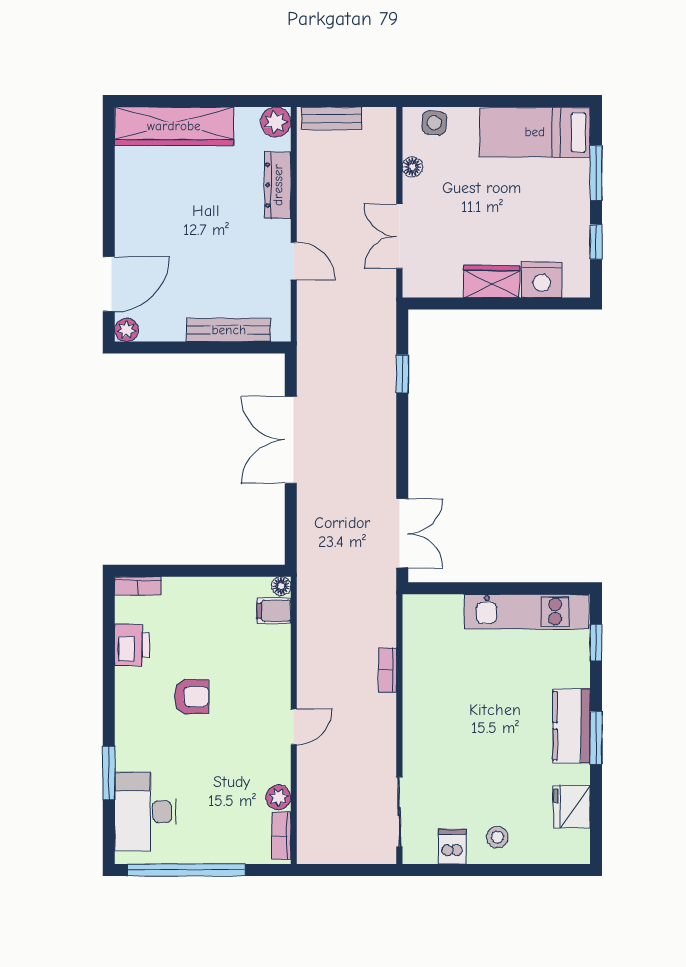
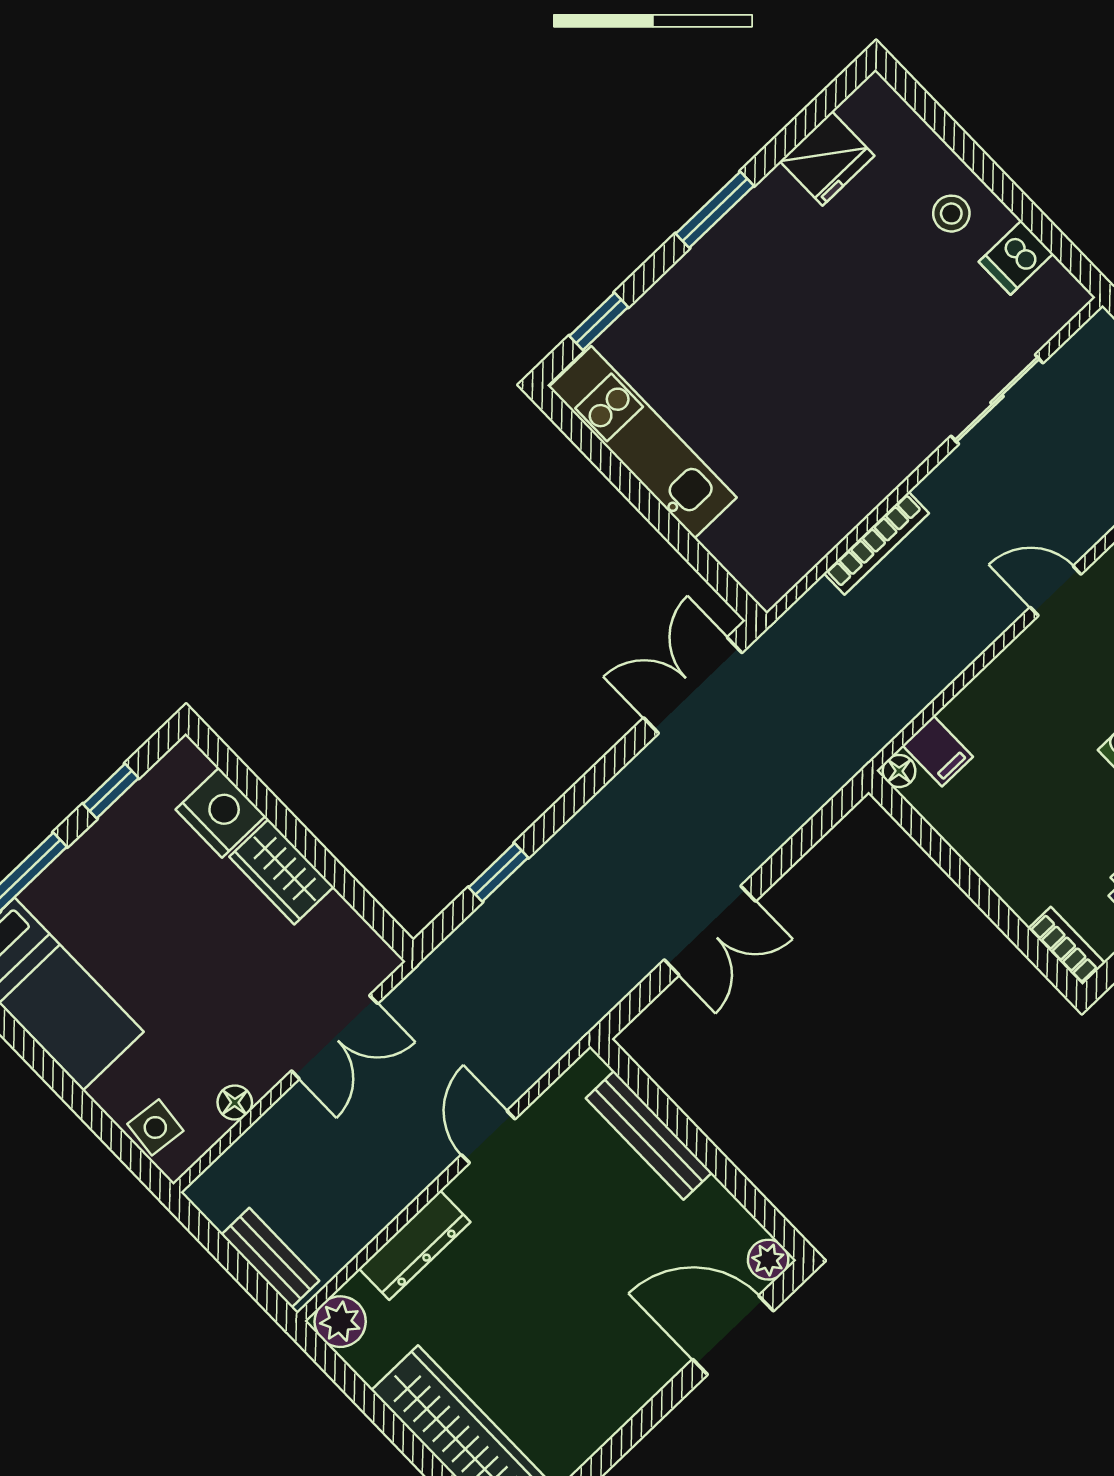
double door: (291, 440) -> (710, 931), width x0.73
bookcase: (388, 670) -> (876, 543), width x1.56
kitchen counter: (571, 726) -> (729, 254), removed
sliding door: (399, 812) -> (997, 399), moved

